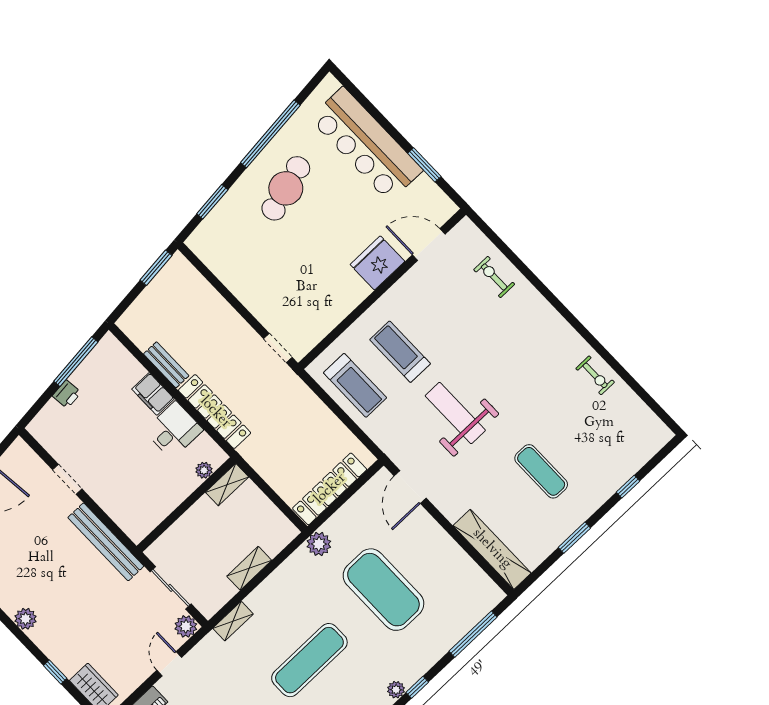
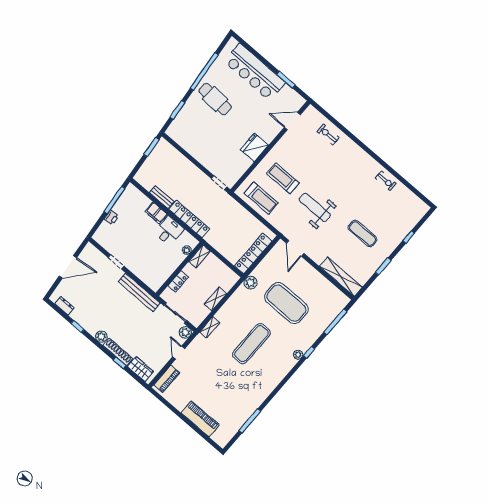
cafe table: (286, 188) -> (215, 99), turned -71
fridge: (377, 263) -> (254, 147), moved
locker: (182, 528) -> (178, 281), added
shoe rack: (54, 651) -> (118, 352), added

